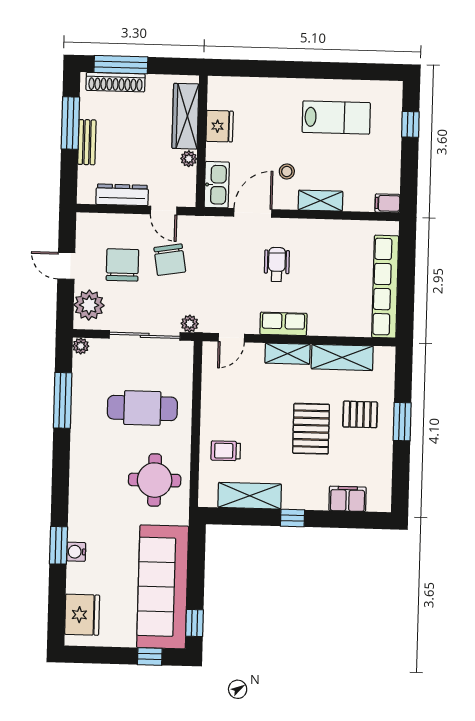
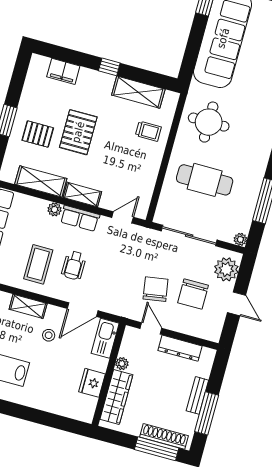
coffee table: (321, 255) -> (38, 264), added
plant: (190, 324) -> (55, 209), moved

